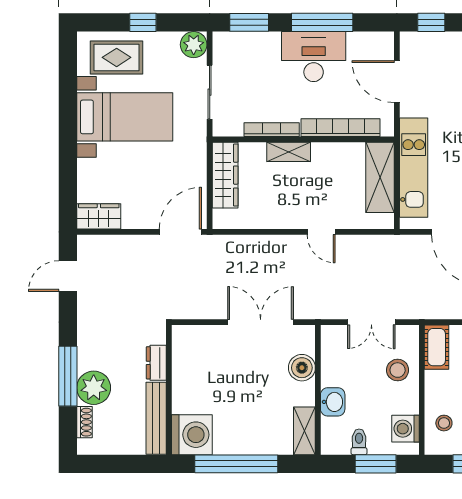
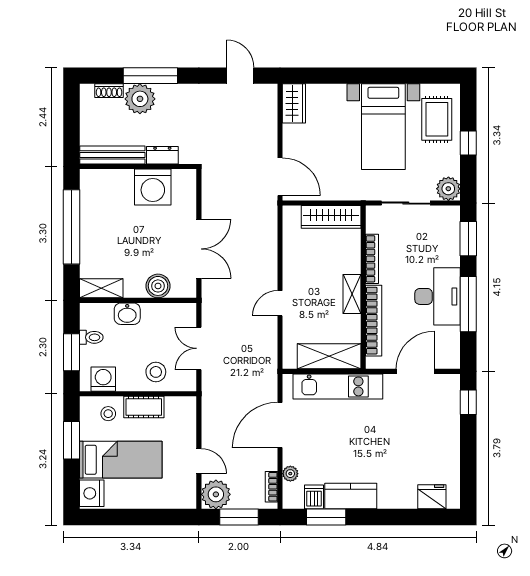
shelving: (289, 152) -> (352, 294), moved
cot: (437, 347) -> (144, 407), moved
washing machine: (192, 435) -> (153, 187), moved

